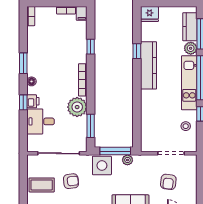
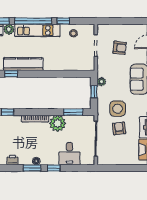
window: (23, 63) -> (32, 168), moved
printer: (33, 101) -> (12, 160), moved
window: (115, 151) -> (94, 92), width x0.46
side table: (102, 165) -> (118, 109), moved
coffee table: (42, 185) -> (122, 153), removed

